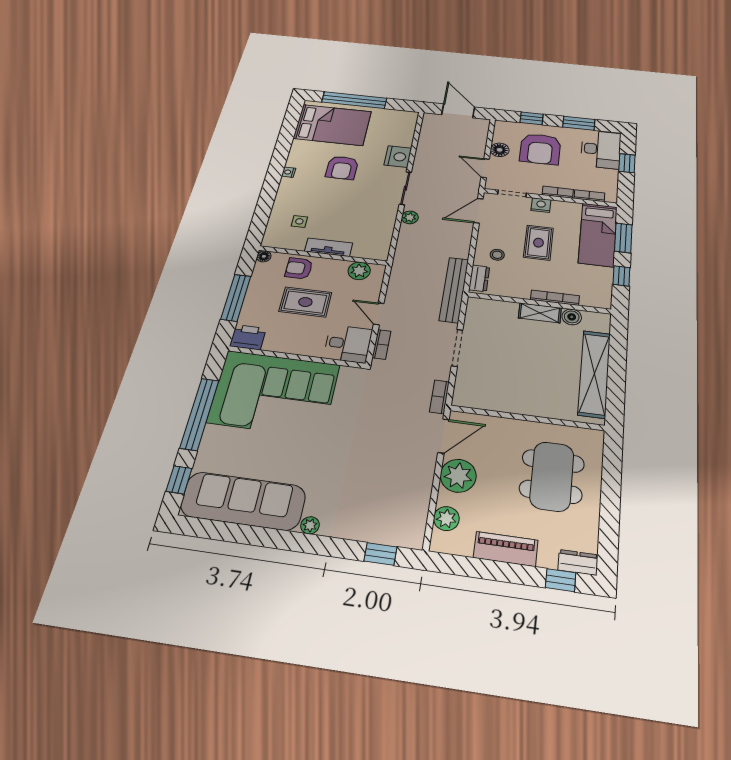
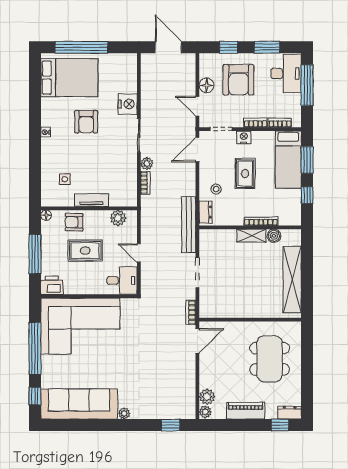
window: (627, 163) -> (307, 85), width x2.17
bookcase: (382, 344) -> (145, 183), moved
plant: (458, 476) -> (205, 412), moved, width x0.53, depth x0.53

